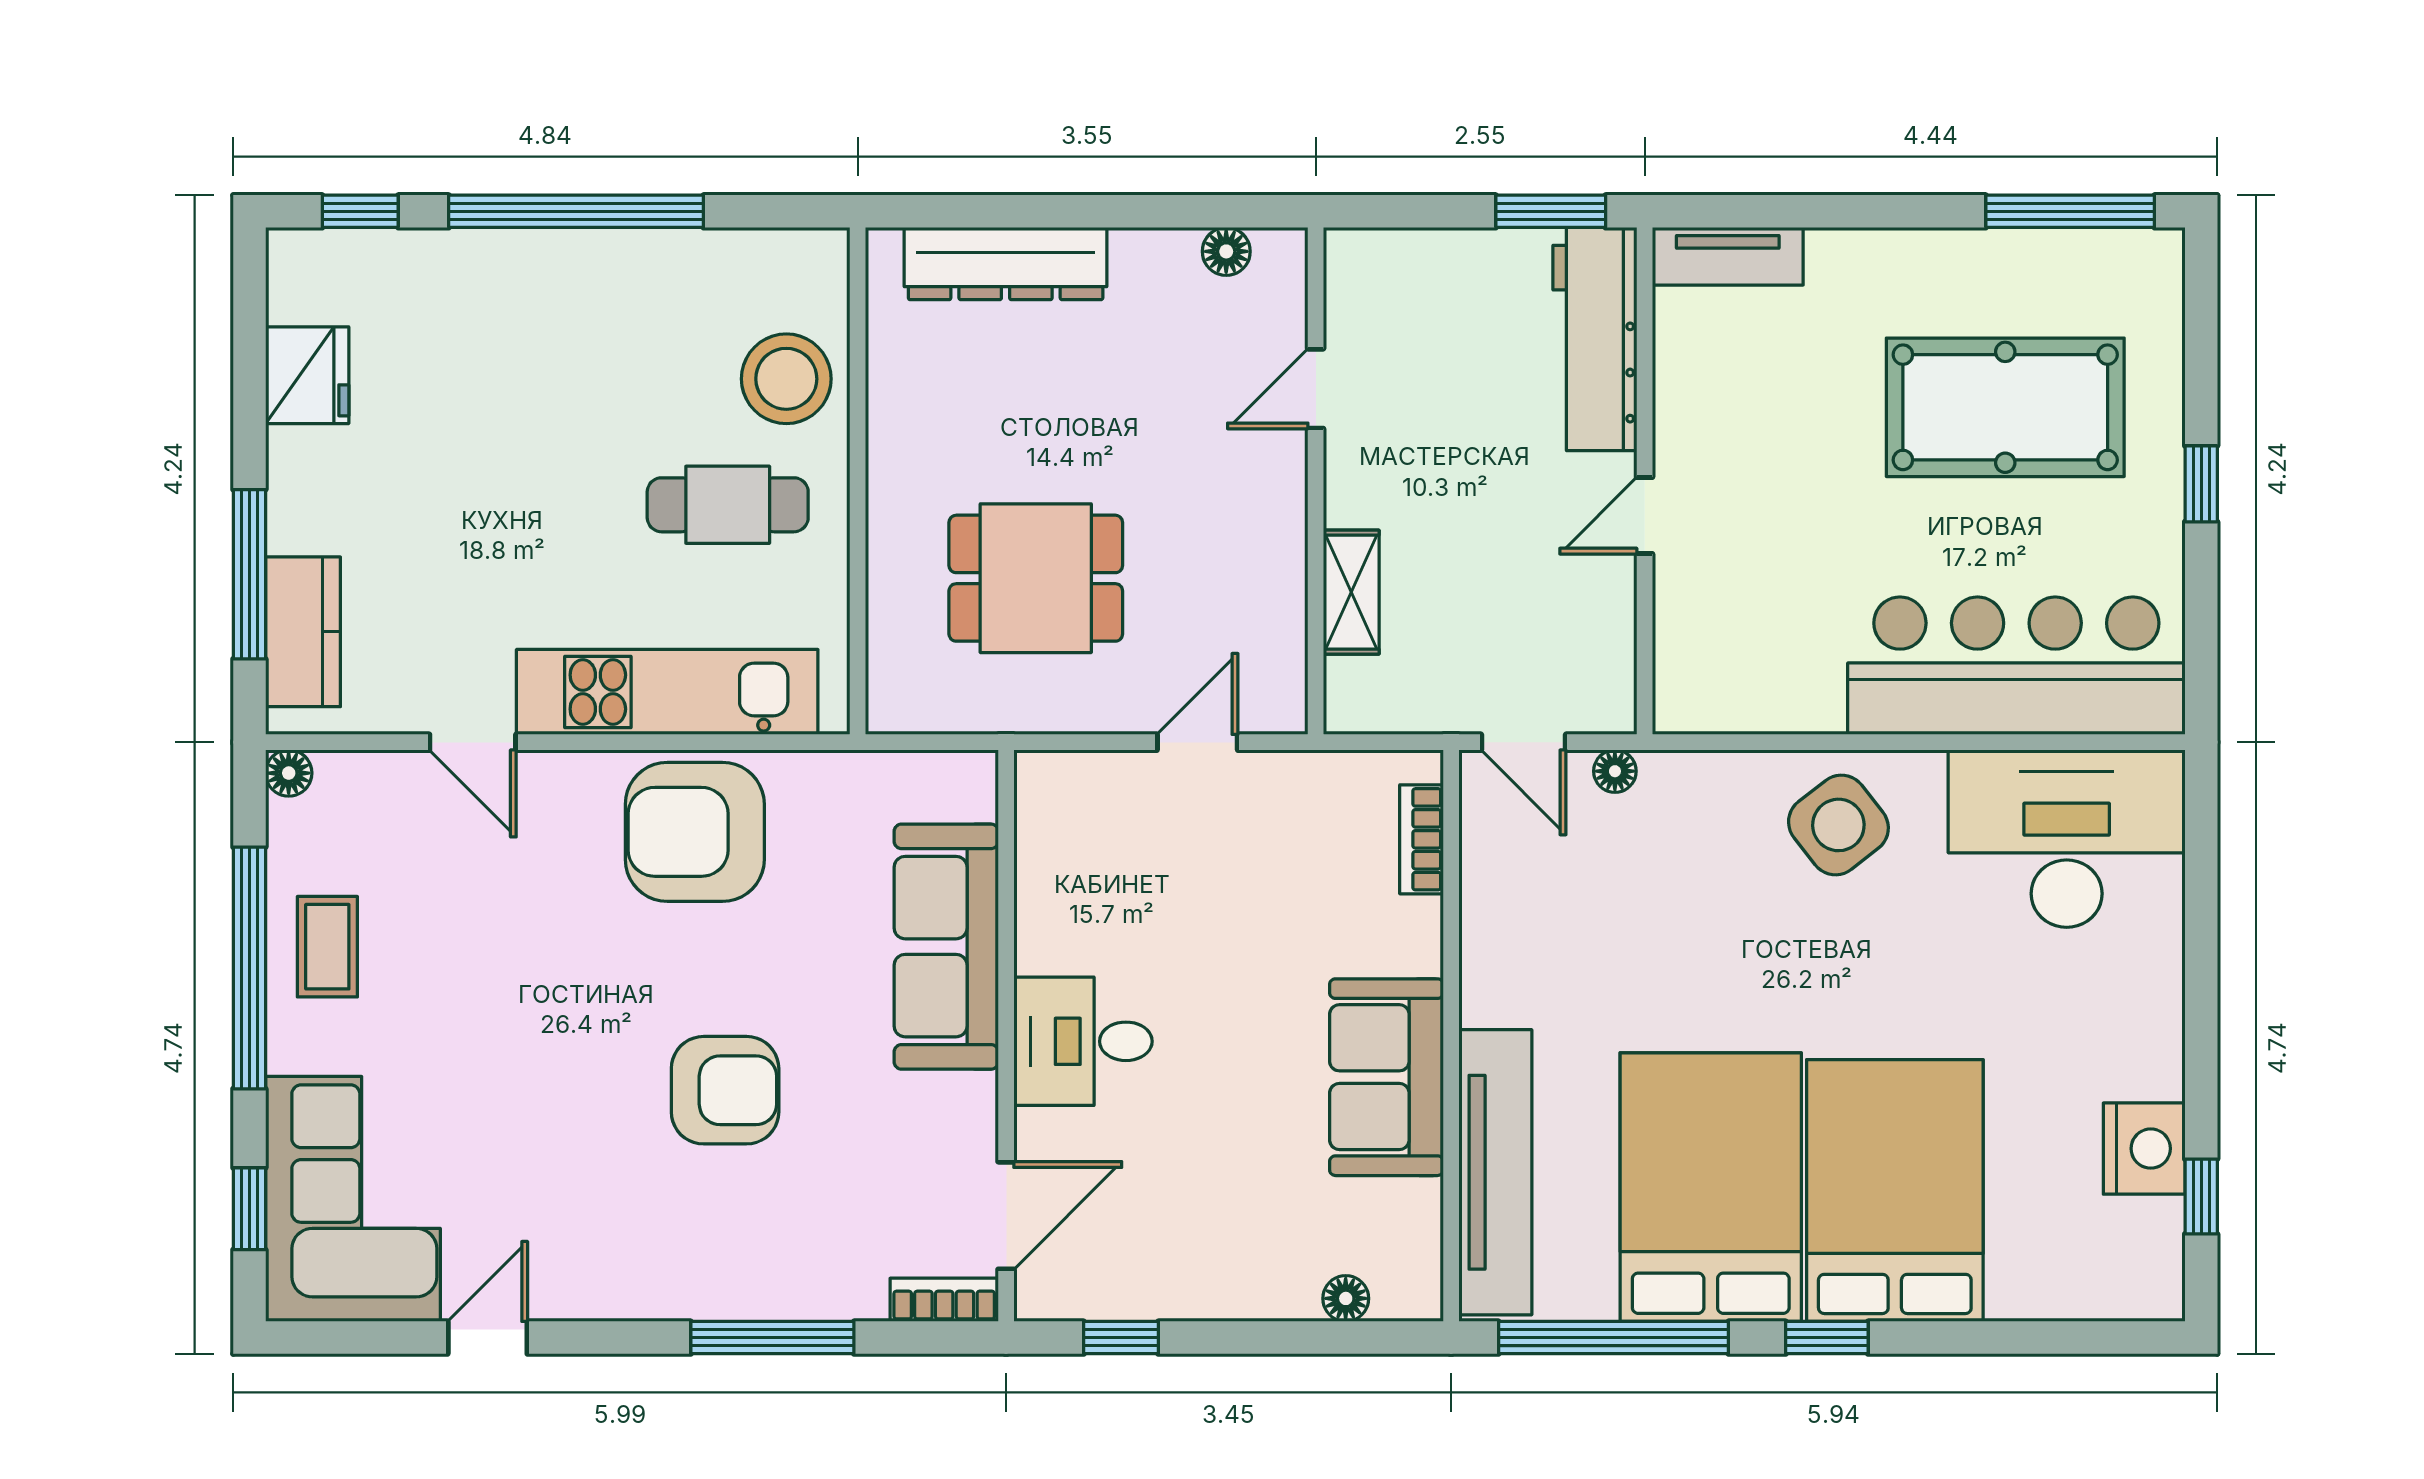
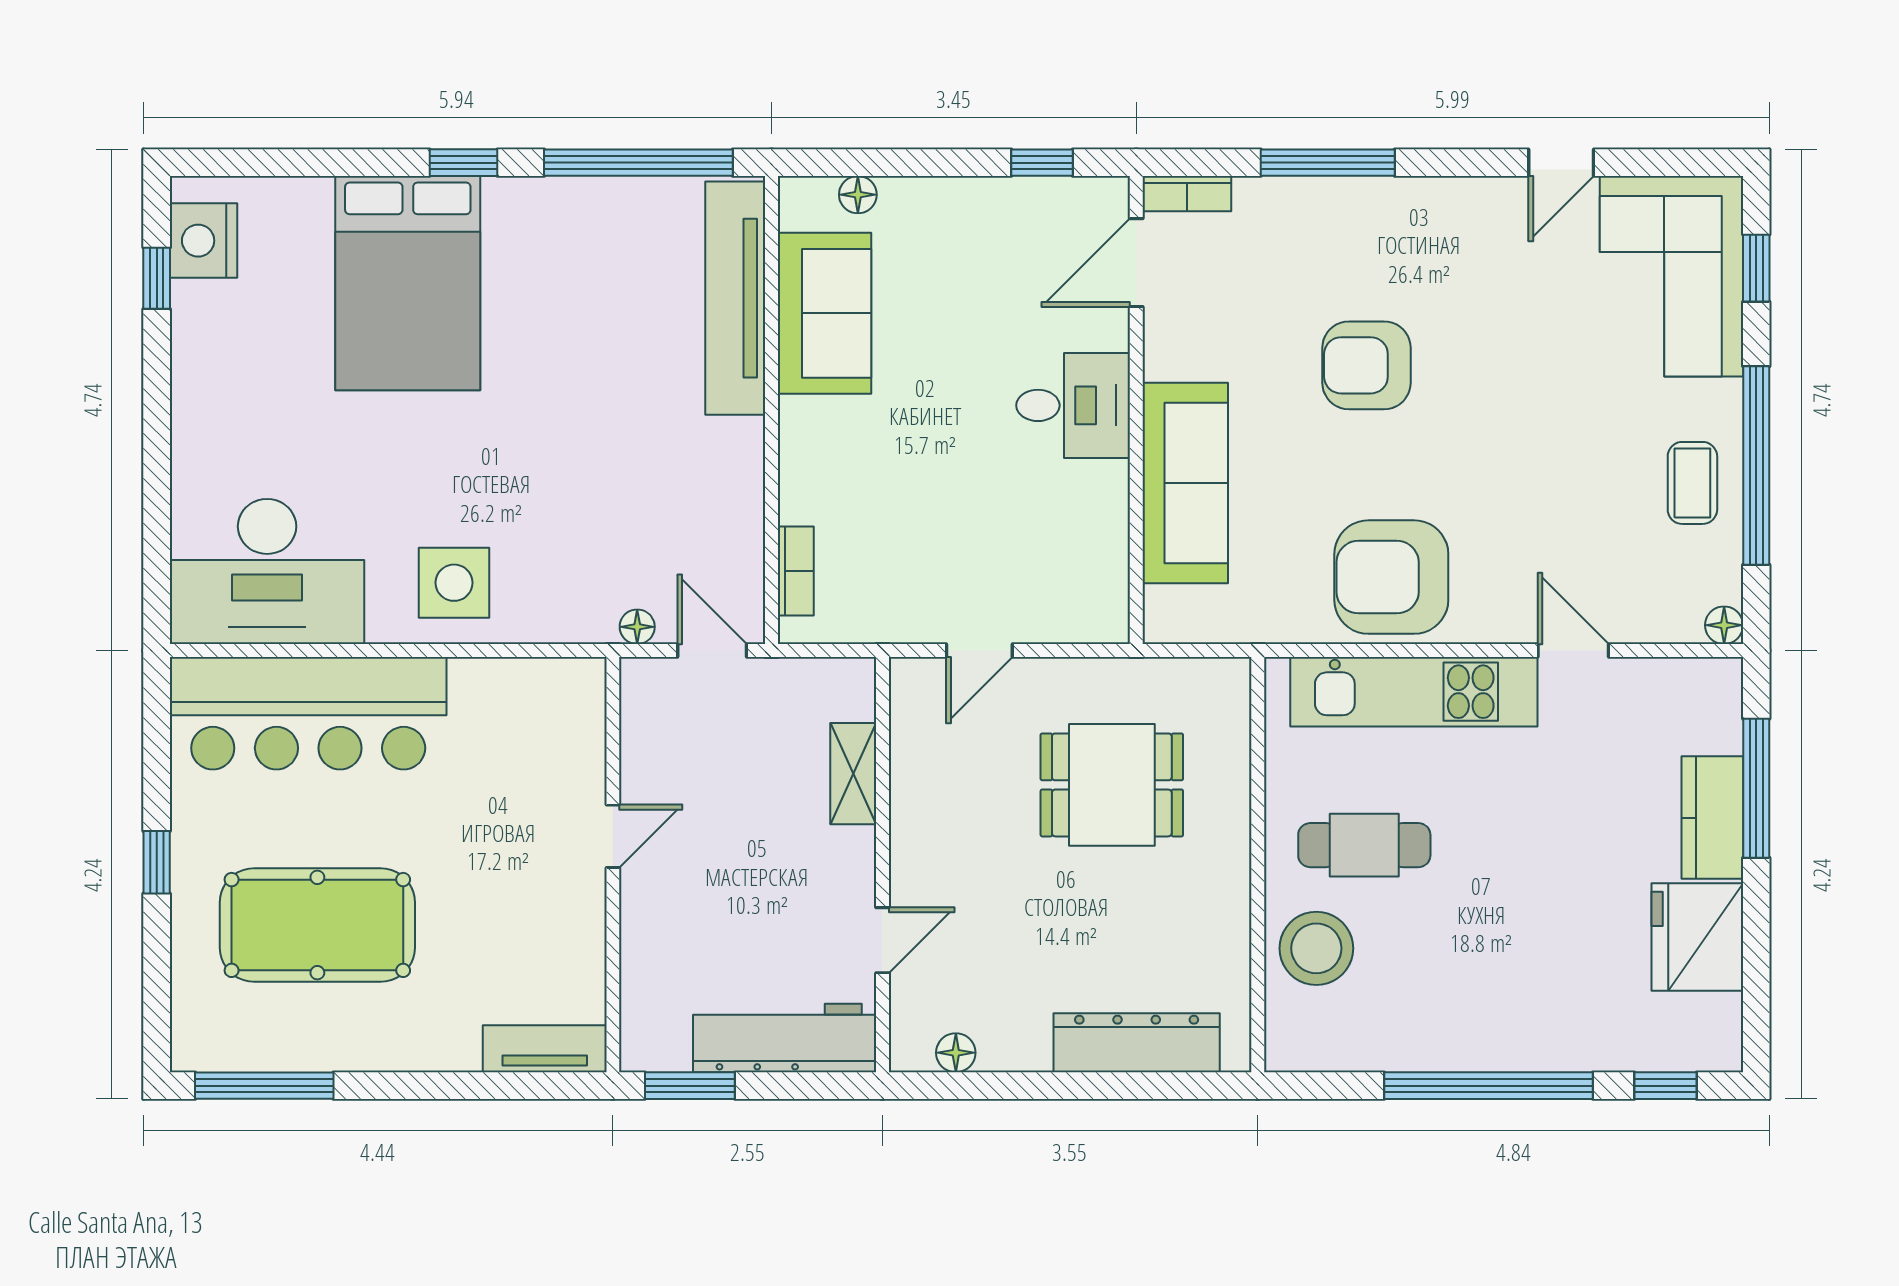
workbench: (1595, 339) -> (785, 1038), moved, turned -90
fridge: (307, 375) -> (1697, 937), width x1.36, depth x1.34
kitchen counter: (303, 632) -> (1712, 818), moved
side table: (1838, 825) -> (454, 583), turned 38
armchair: (695, 832) -> (1391, 577), turned 180
sofa: (1386, 1077) -> (824, 313), moved
nightstand: (2144, 1149) -> (203, 241), moved
bed: (1711, 1187) -> (559, 286), removed

